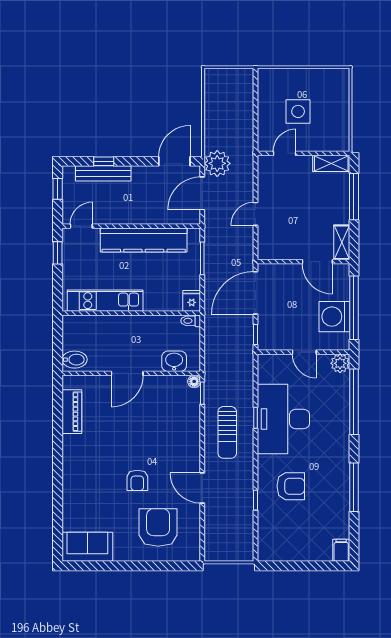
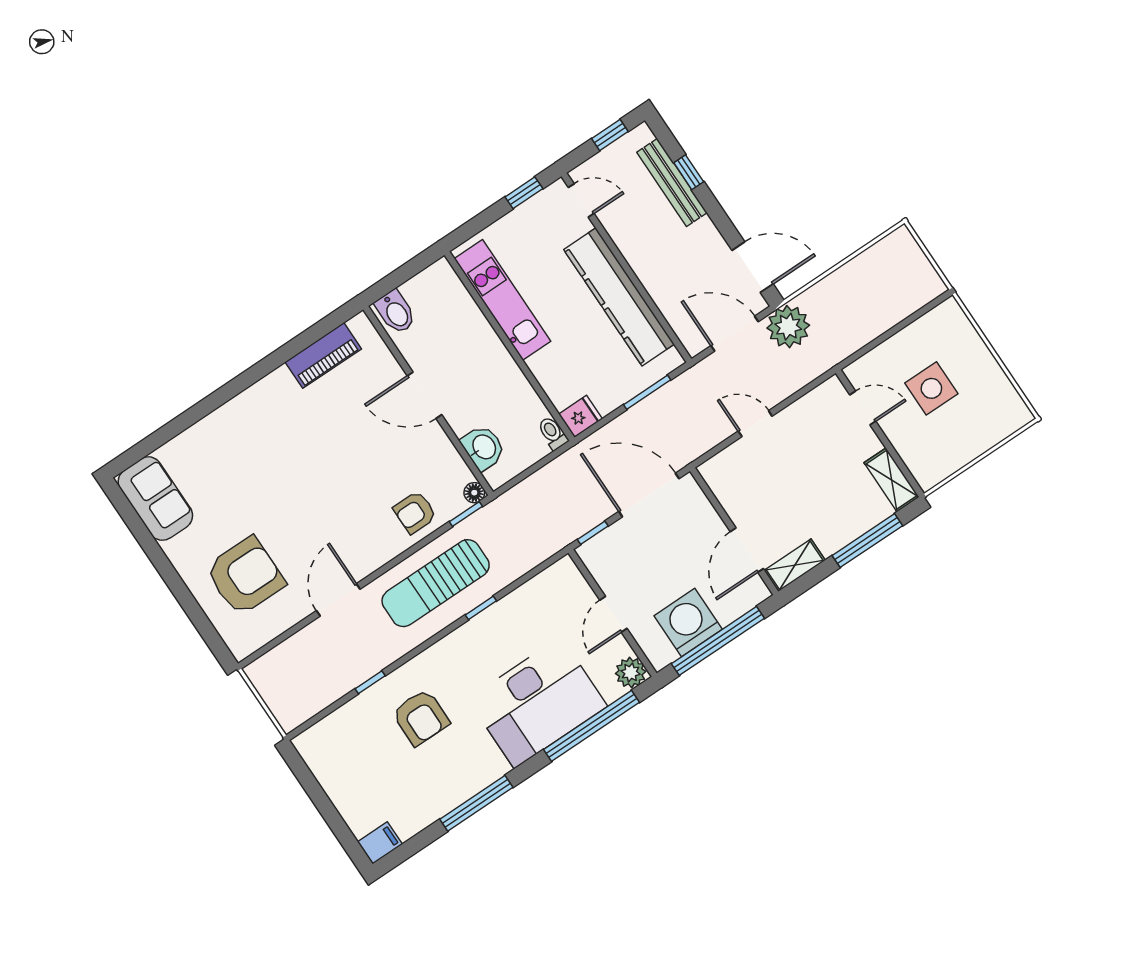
desk: (283, 419) -> (537, 703), moved, turned 180
sun lounger: (227, 432) -> (436, 583), width x1.36, depth x1.34
armchair: (137, 480) -> (415, 512), moved

